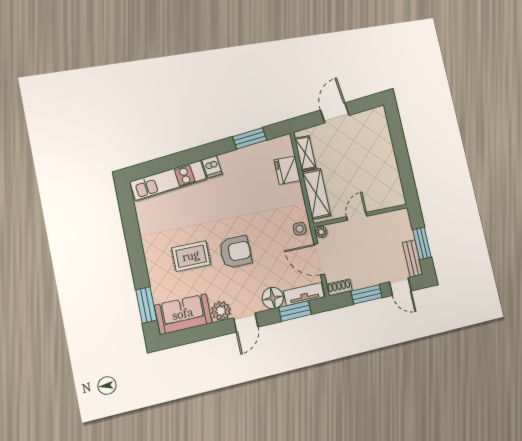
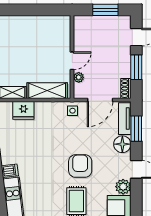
door: (357, 216) -> (72, 61), swing flipped
plant: (321, 232) -> (79, 77), moved
bench: (413, 258) -> (116, 21), removed

